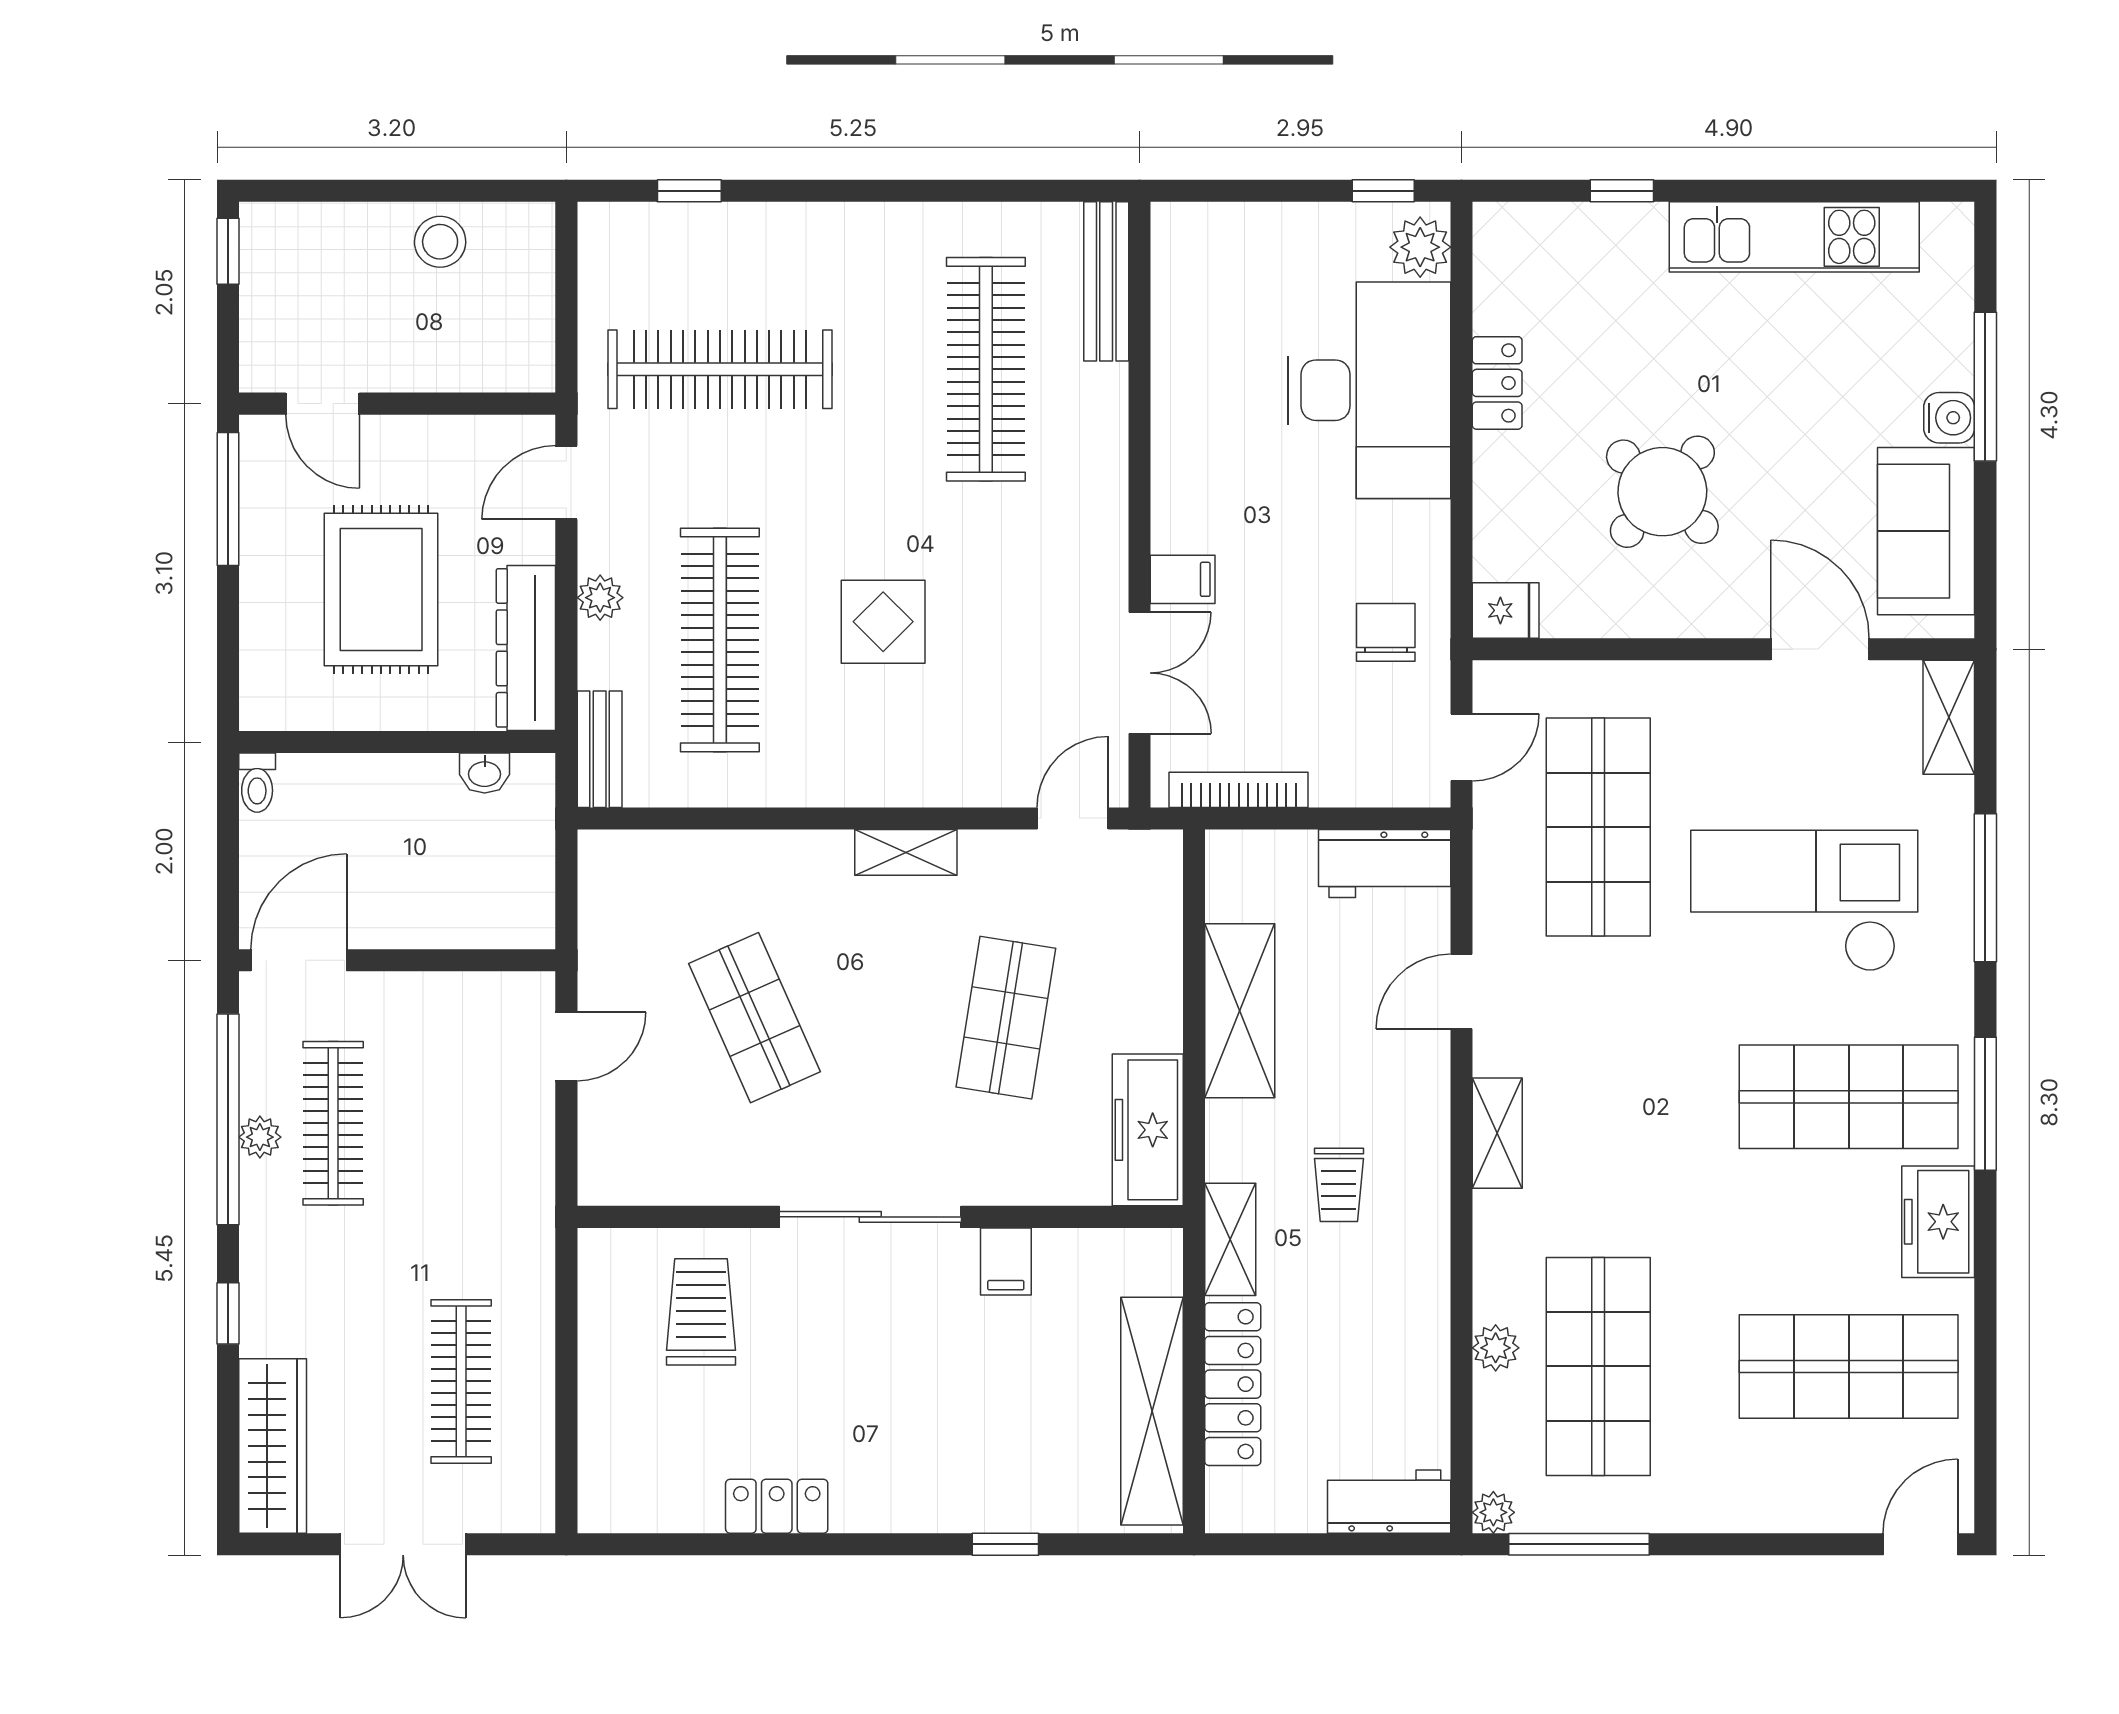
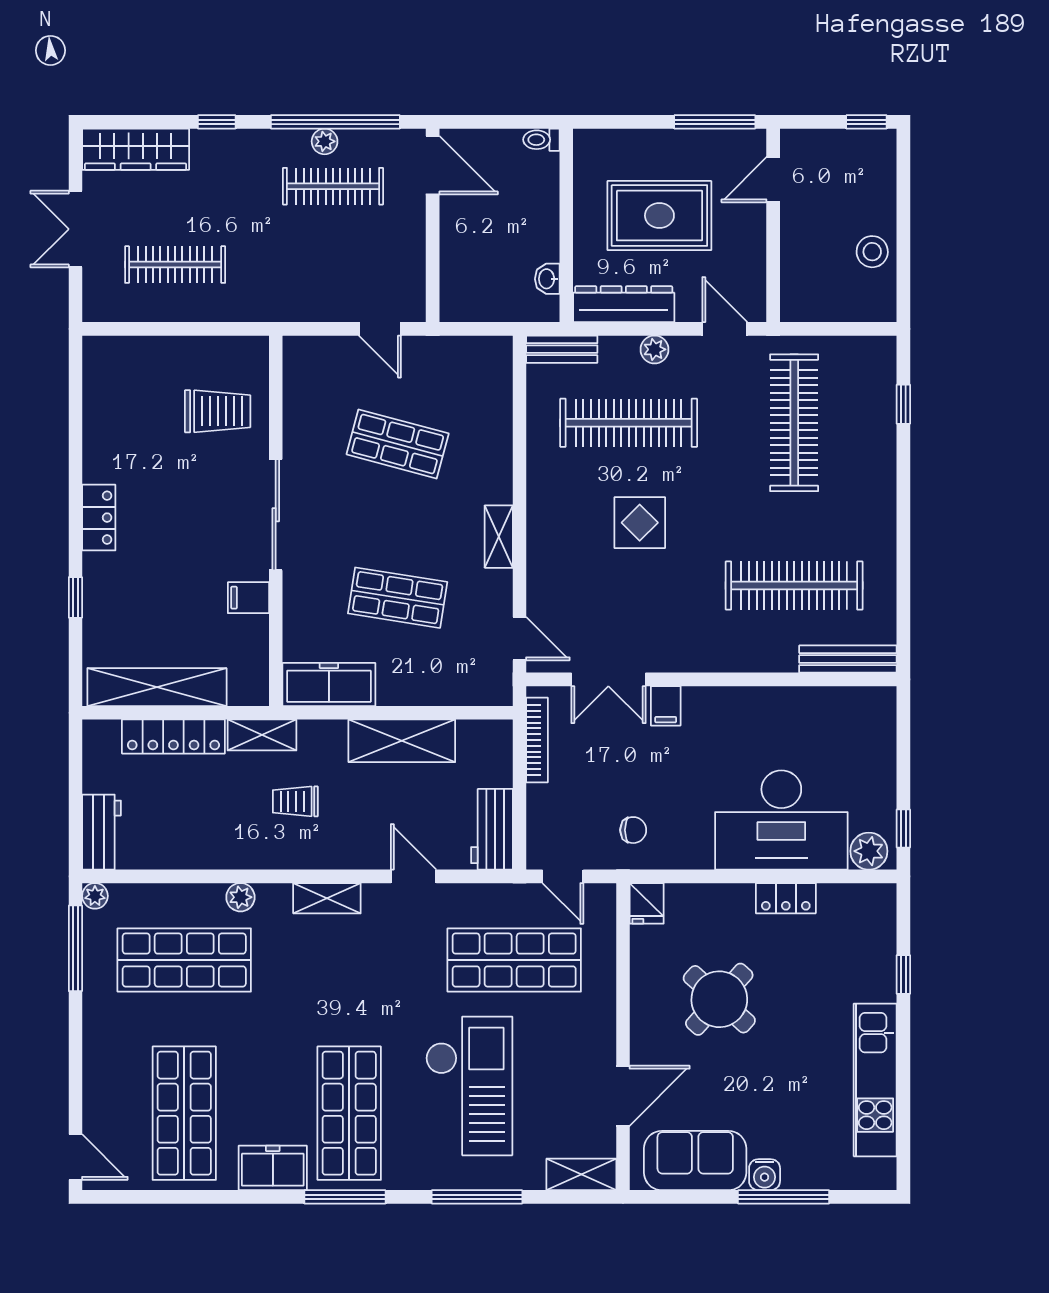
chair: (1386, 632) -> (633, 830), width x0.73, depth x0.73
shop shelf: (755, 1018) -> (398, 444), turned 39
plant: (1496, 1348) -> (240, 897), moved
locker: (777, 1506) -> (99, 518), moved

